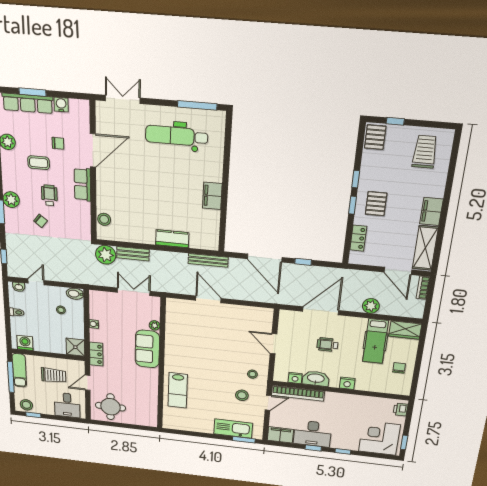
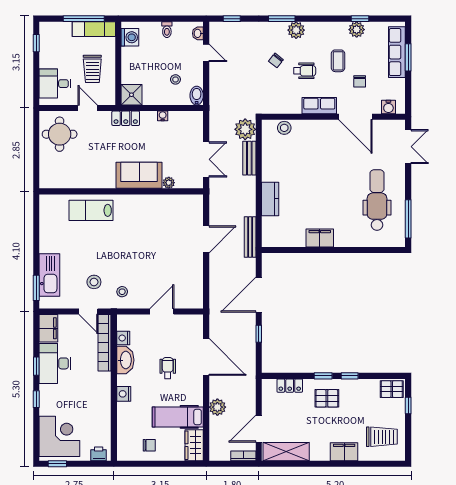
water cooler: (61, 105) -> (388, 107), moved, turned 90
filing cabinet: (431, 212) -> (344, 452), moved
stool: (26, 405) -> (49, 35), removed

